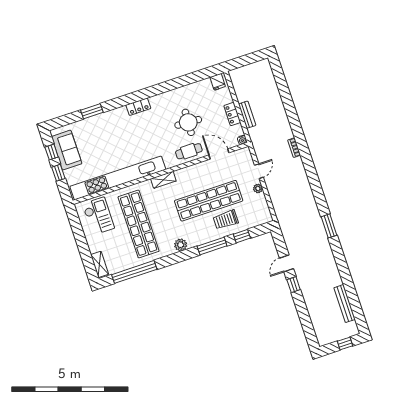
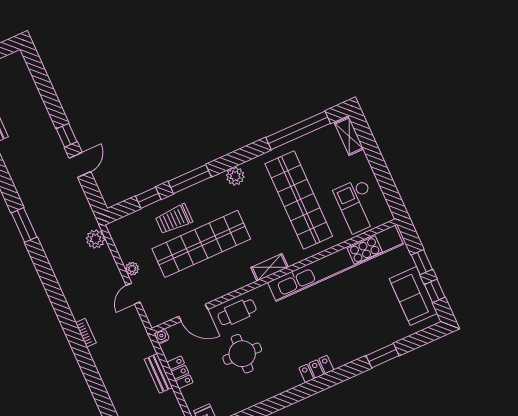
plant: (281, 211) -> (95, 239), added
trolley: (226, 220) -> (174, 219), turned 180

